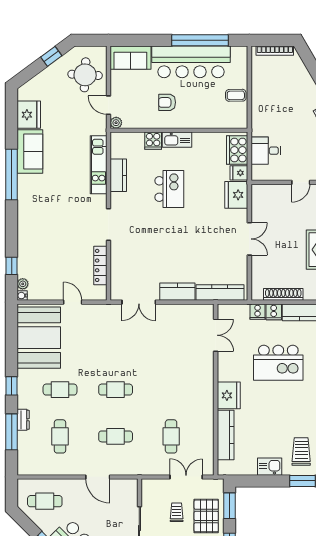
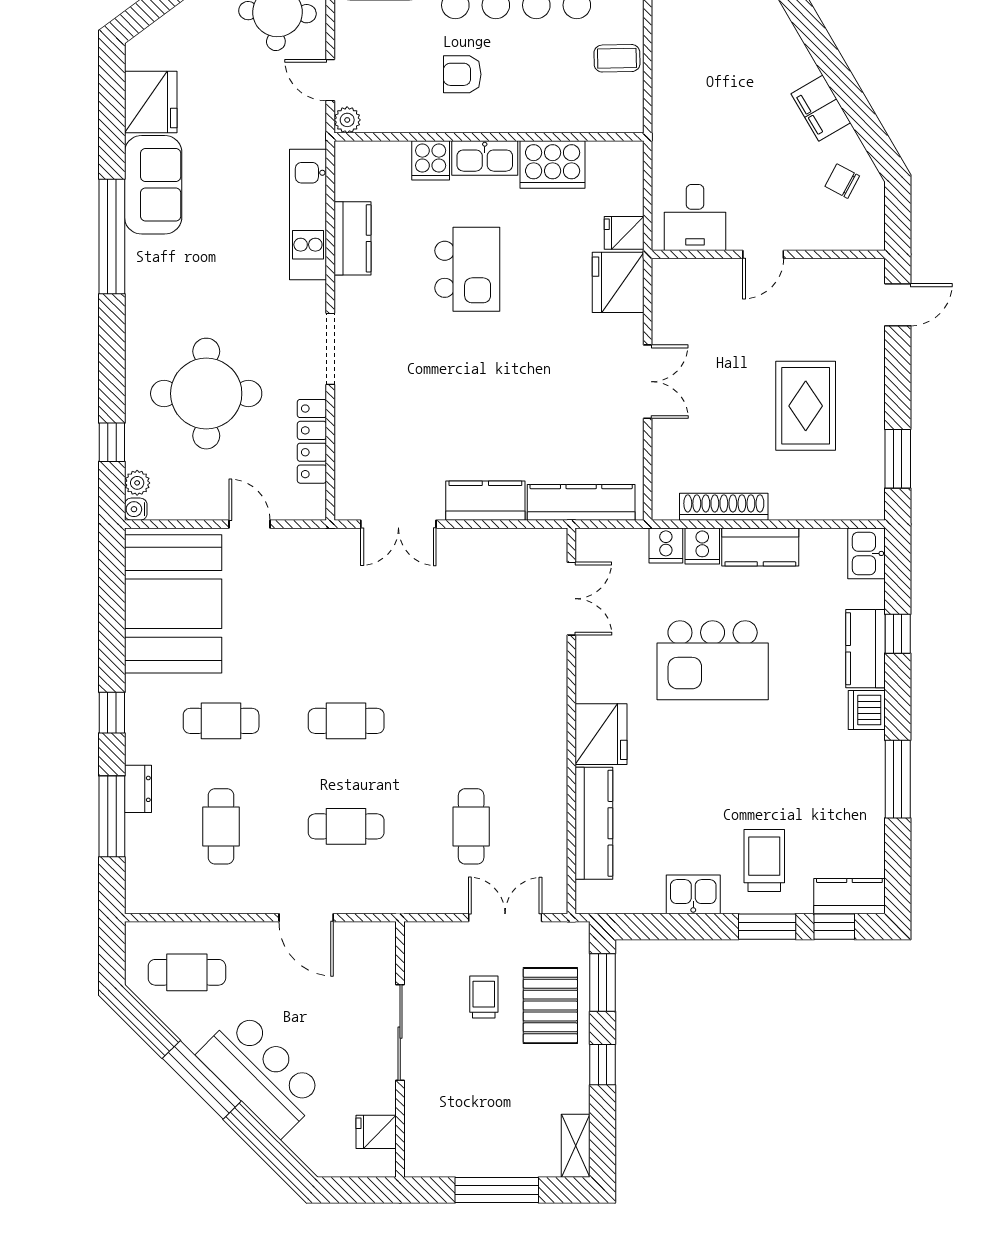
cooker: (237, 150) -> (553, 165), moved, turned -90
desk: (266, 151) -> (695, 217), moved, turned -90
round table: (53, 244) -> (206, 394), added

